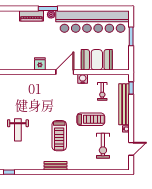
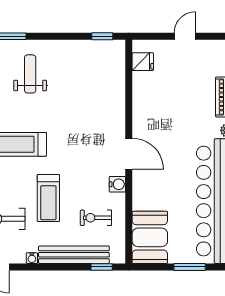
booth: (97, 60) -> (150, 237), moved
fridge: (40, 64) -> (143, 62), moved
weight bench: (18, 130) -> (30, 74), turned 90

